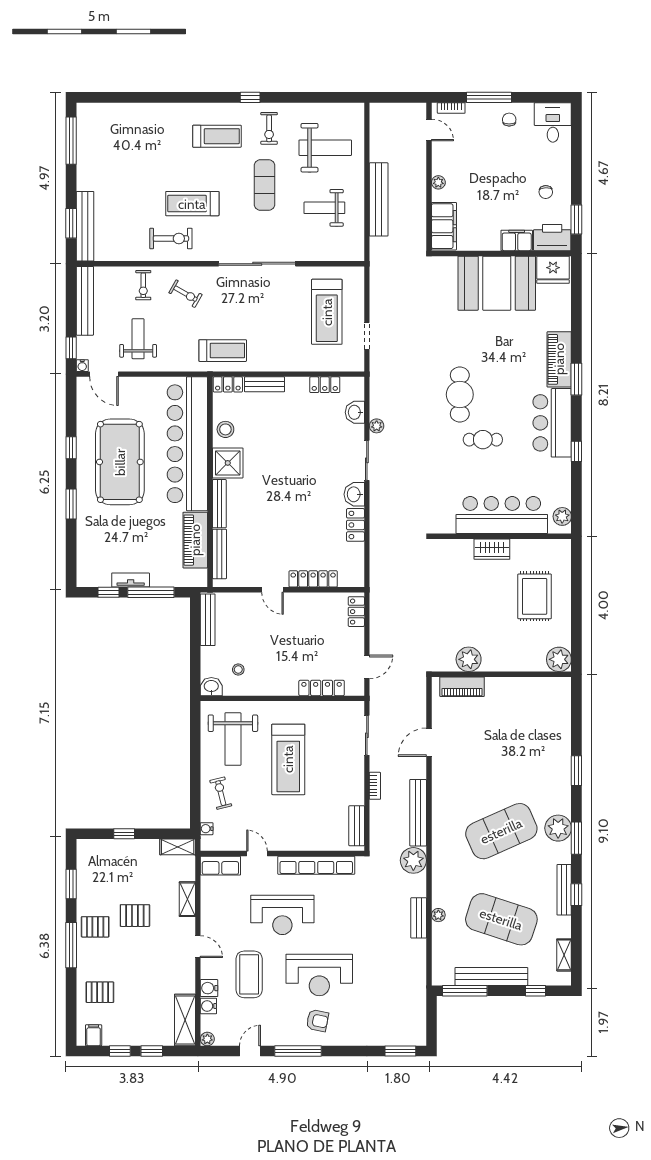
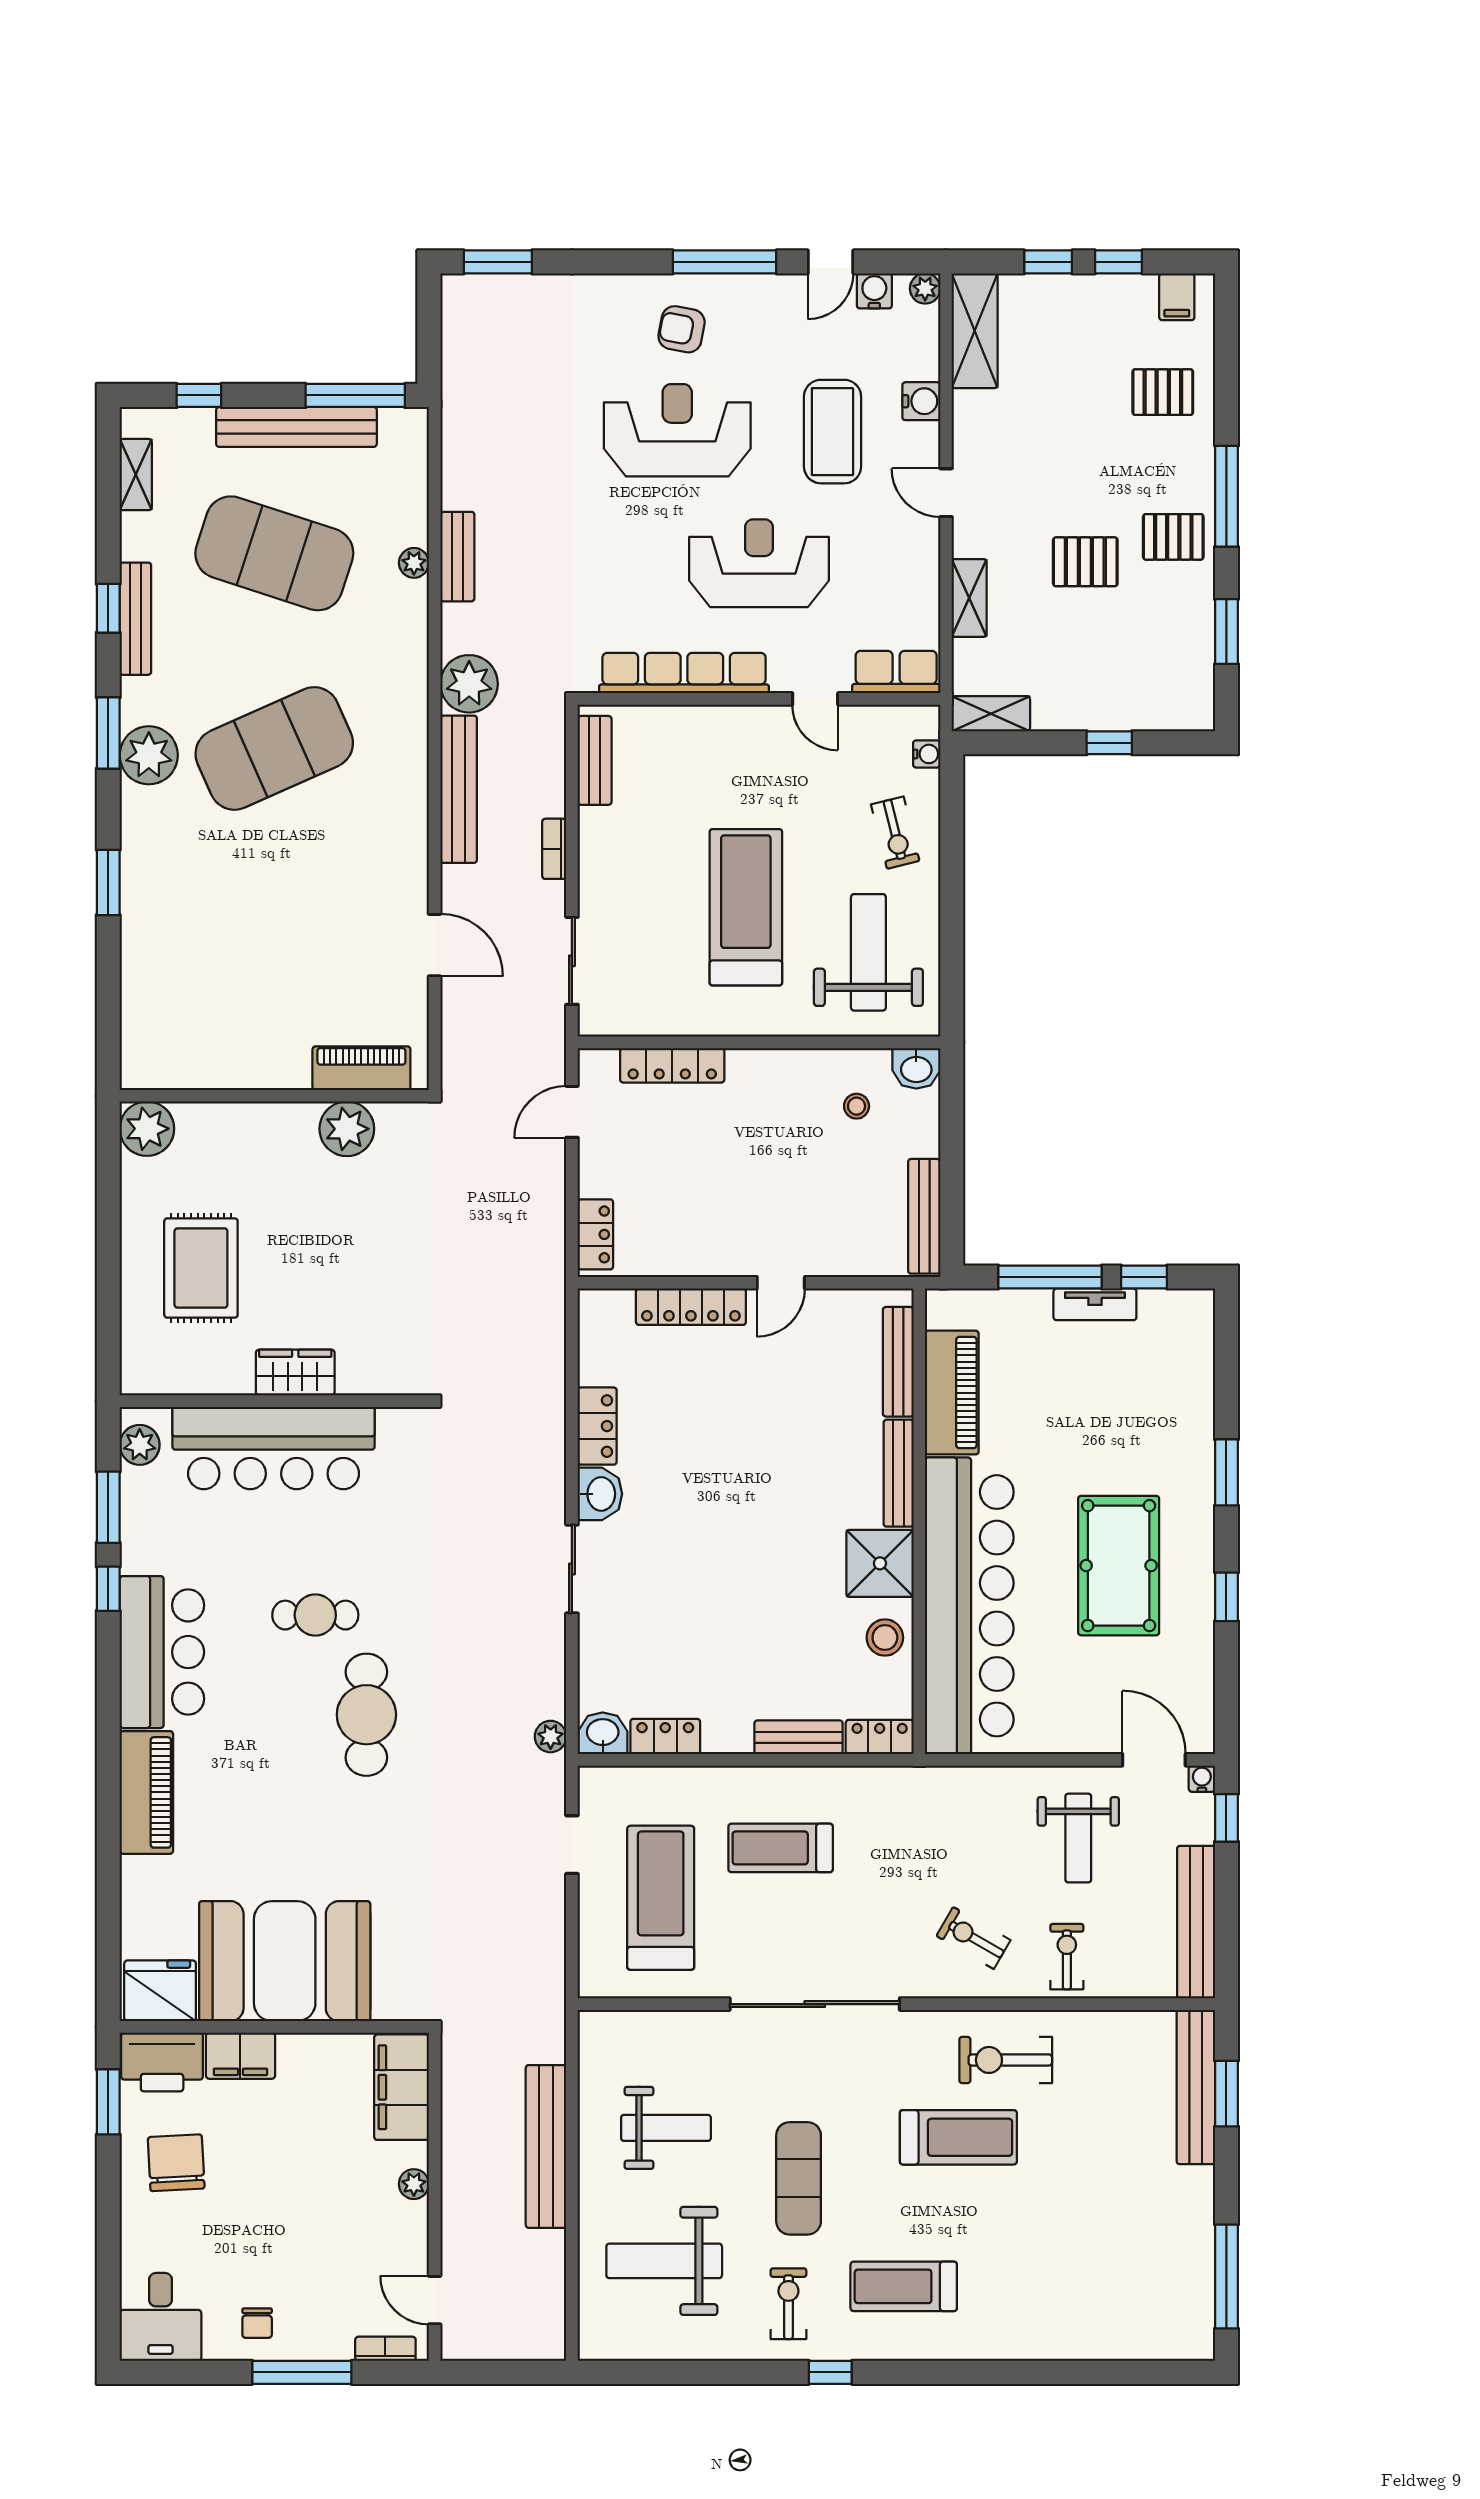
chair: (546, 192) -> (176, 2163), width x1.87, depth x1.87
treadmill: (223, 351) -> (781, 1848), moved
window: (576, 379) -> (108, 1507), moved
washbasin: (355, 412) -> (603, 1733), moved, turned -90
plant: (377, 426) -> (551, 1737), moved
pool table: (120, 462) -> (1119, 1566), width x0.73, depth x0.76
door: (273, 590) -> (781, 1283), swing flipped
door: (429, 742) -> (435, 945), hinge flipped
water cooler: (208, 1006) -> (874, 291), moved, turned -90

